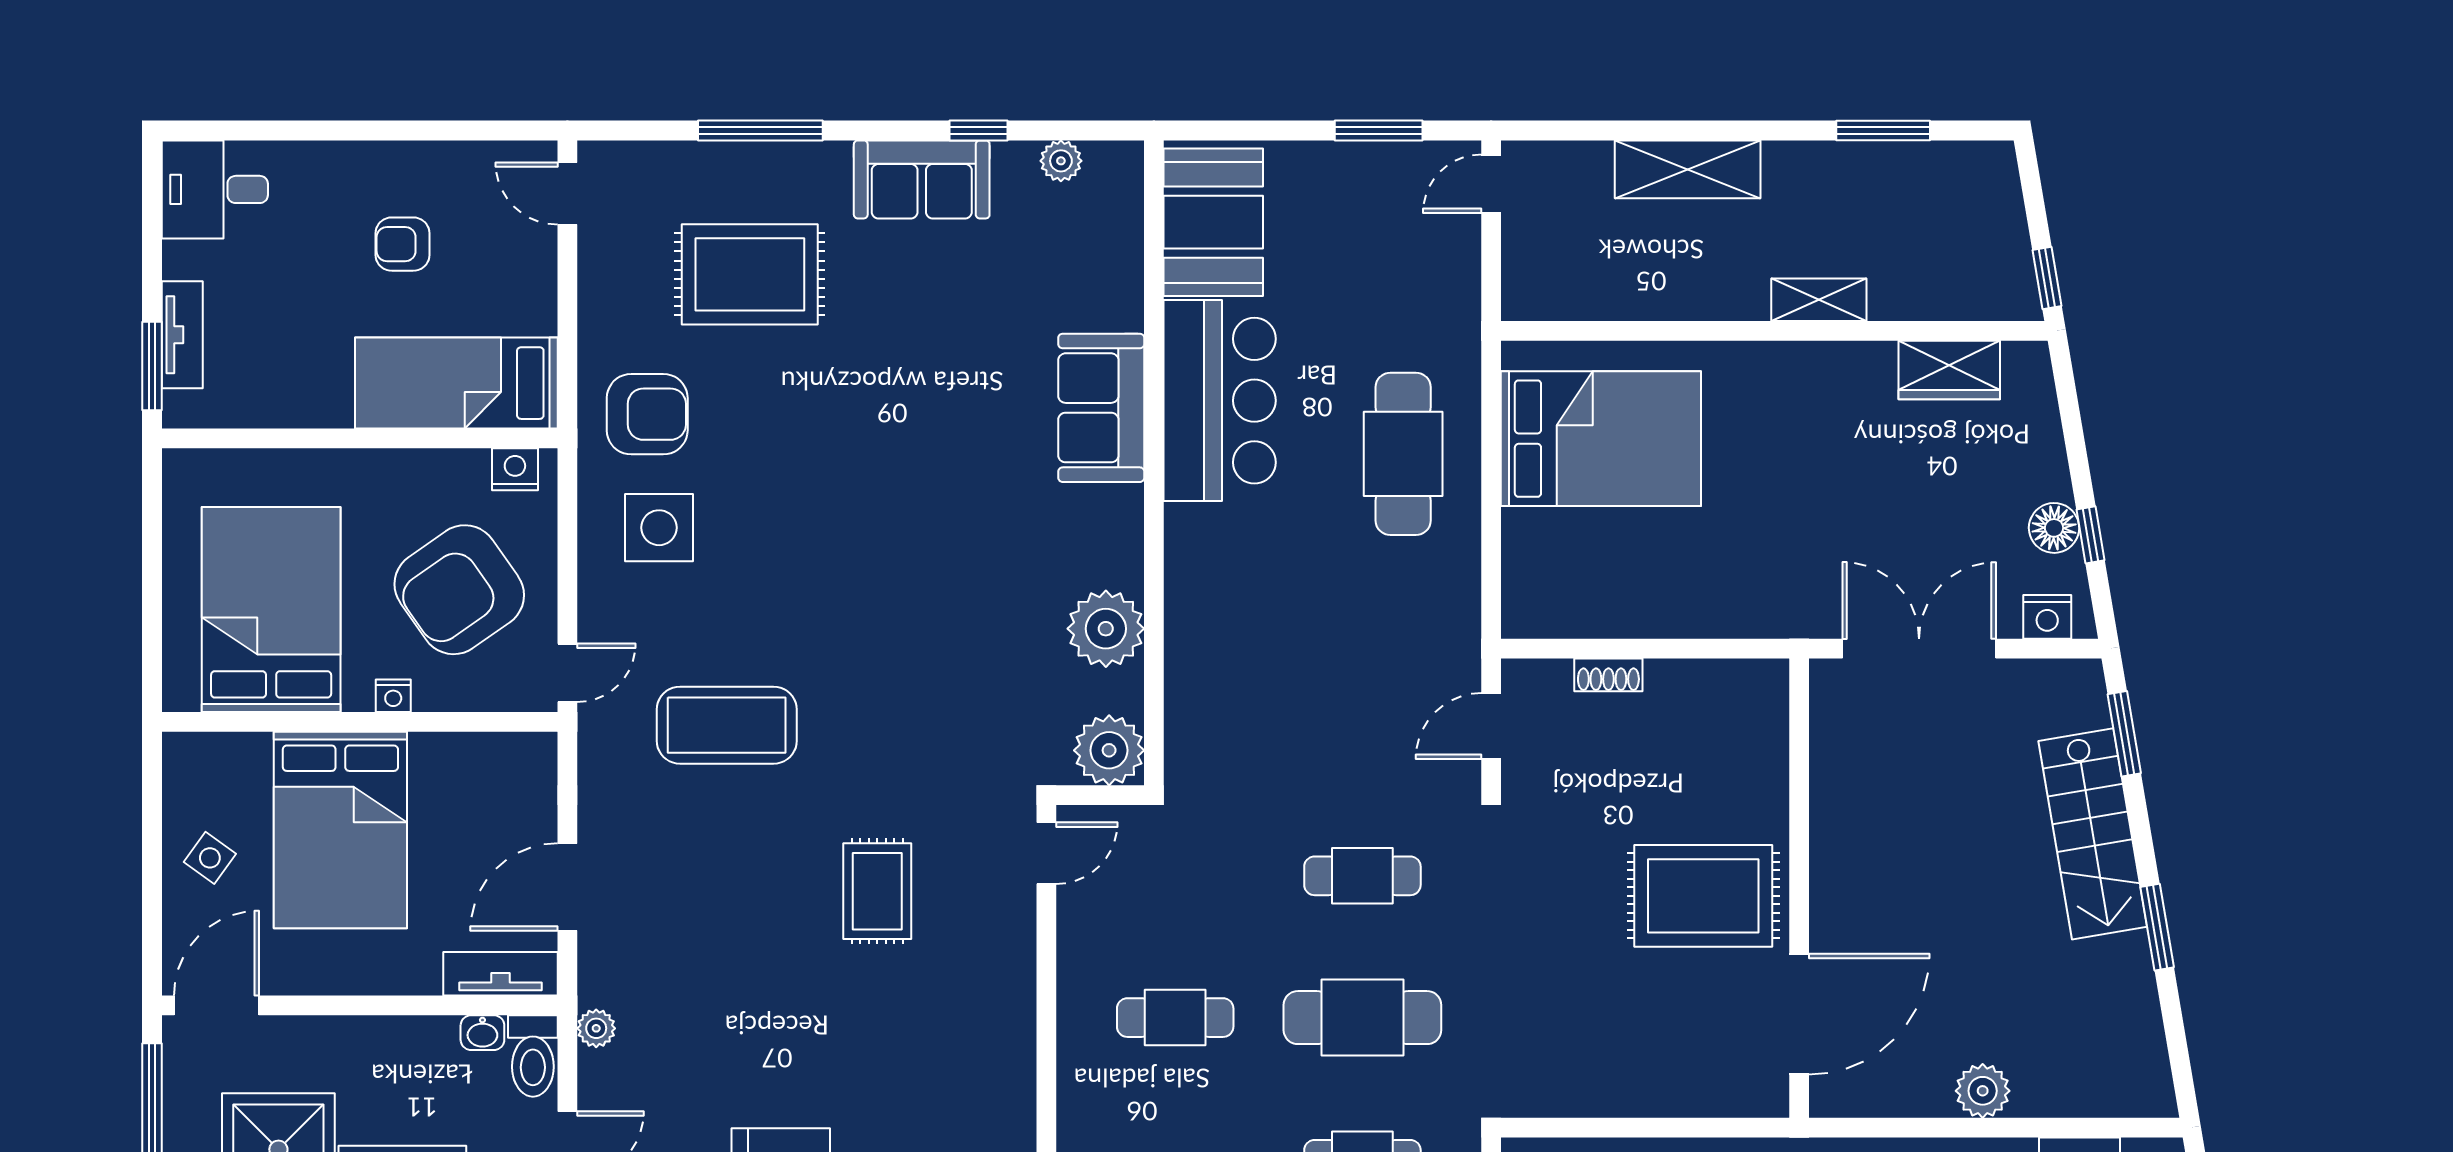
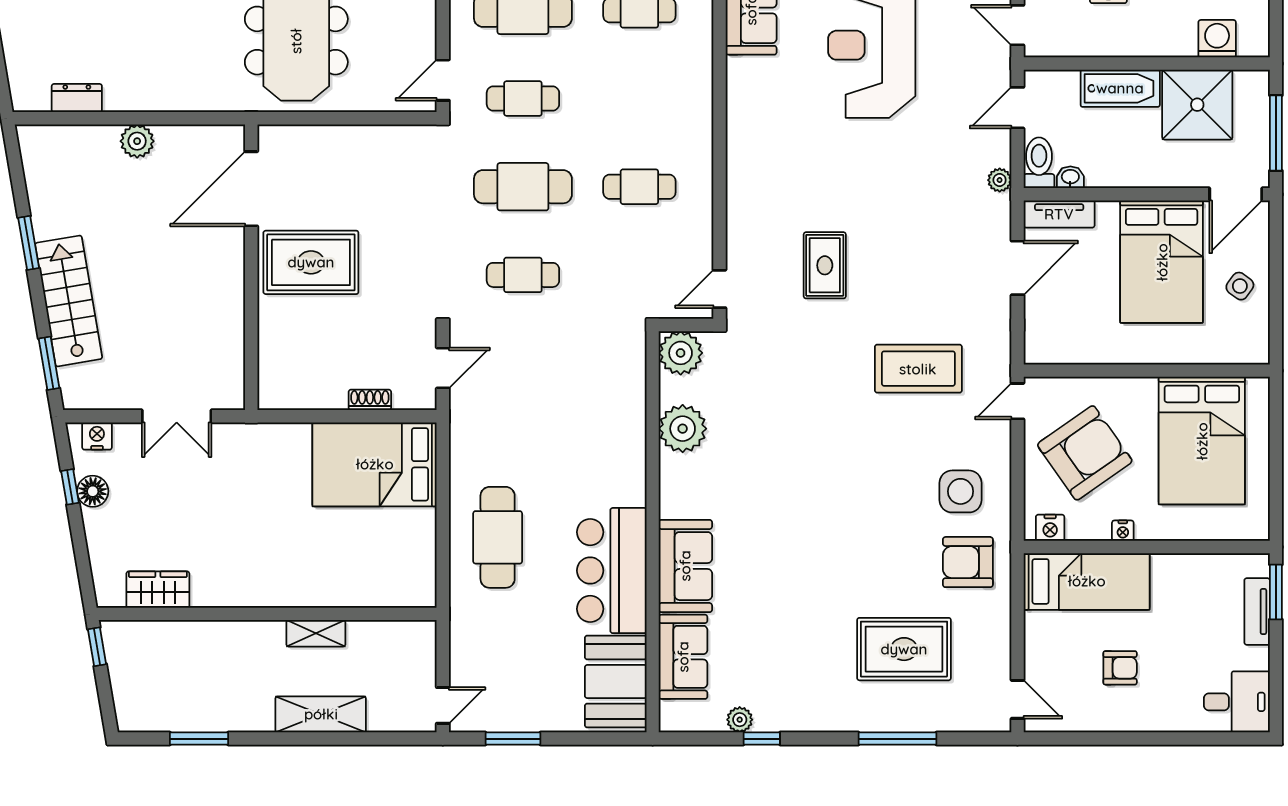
plant: (1061, 161) -> (740, 720), moved
sofa: (922, 179) -> (683, 657), moved, turned 90
shelving: (1819, 300) -> (316, 633), moved
bed: (1601, 439) -> (375, 464), moved
double door: (1919, 649) -> (177, 416), width x0.73
nightstand: (393, 696) -> (1123, 531), moved, turned 180
bed: (340, 830) -> (1162, 262), moved, turned 180

